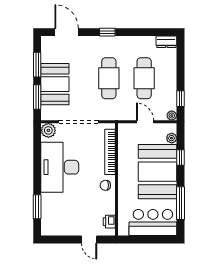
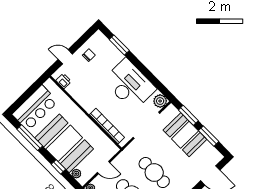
chair: (105, 185) -> (89, 55), moved

